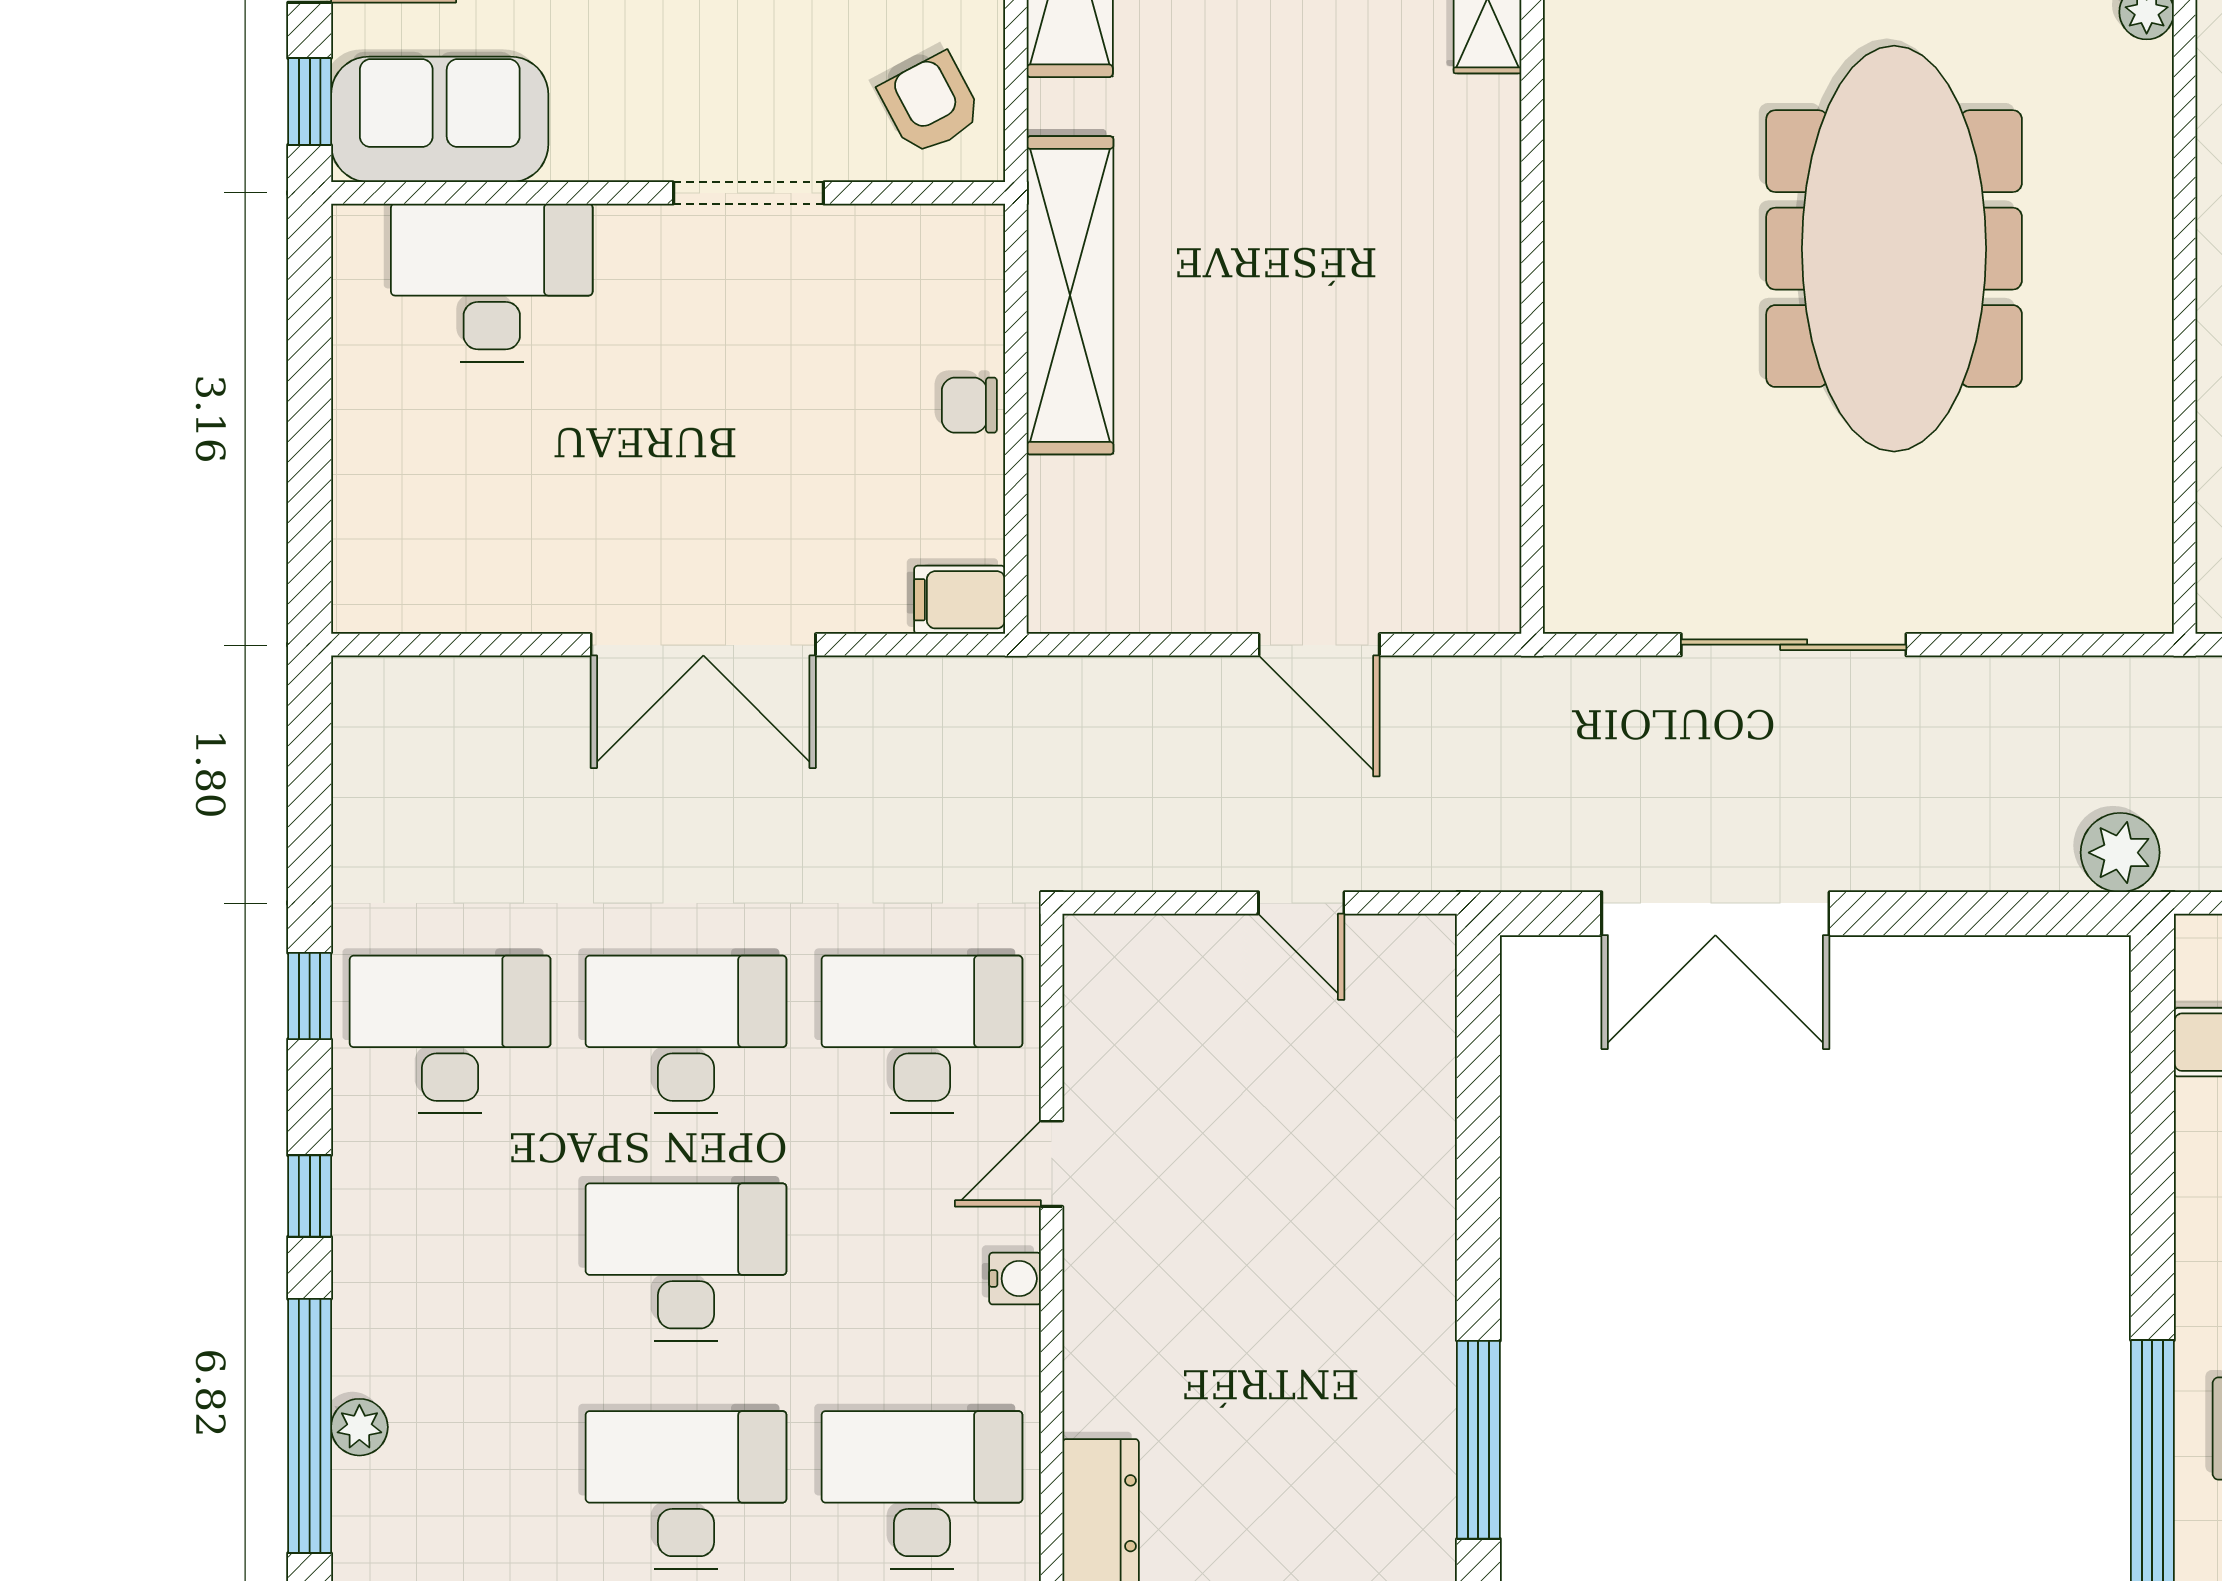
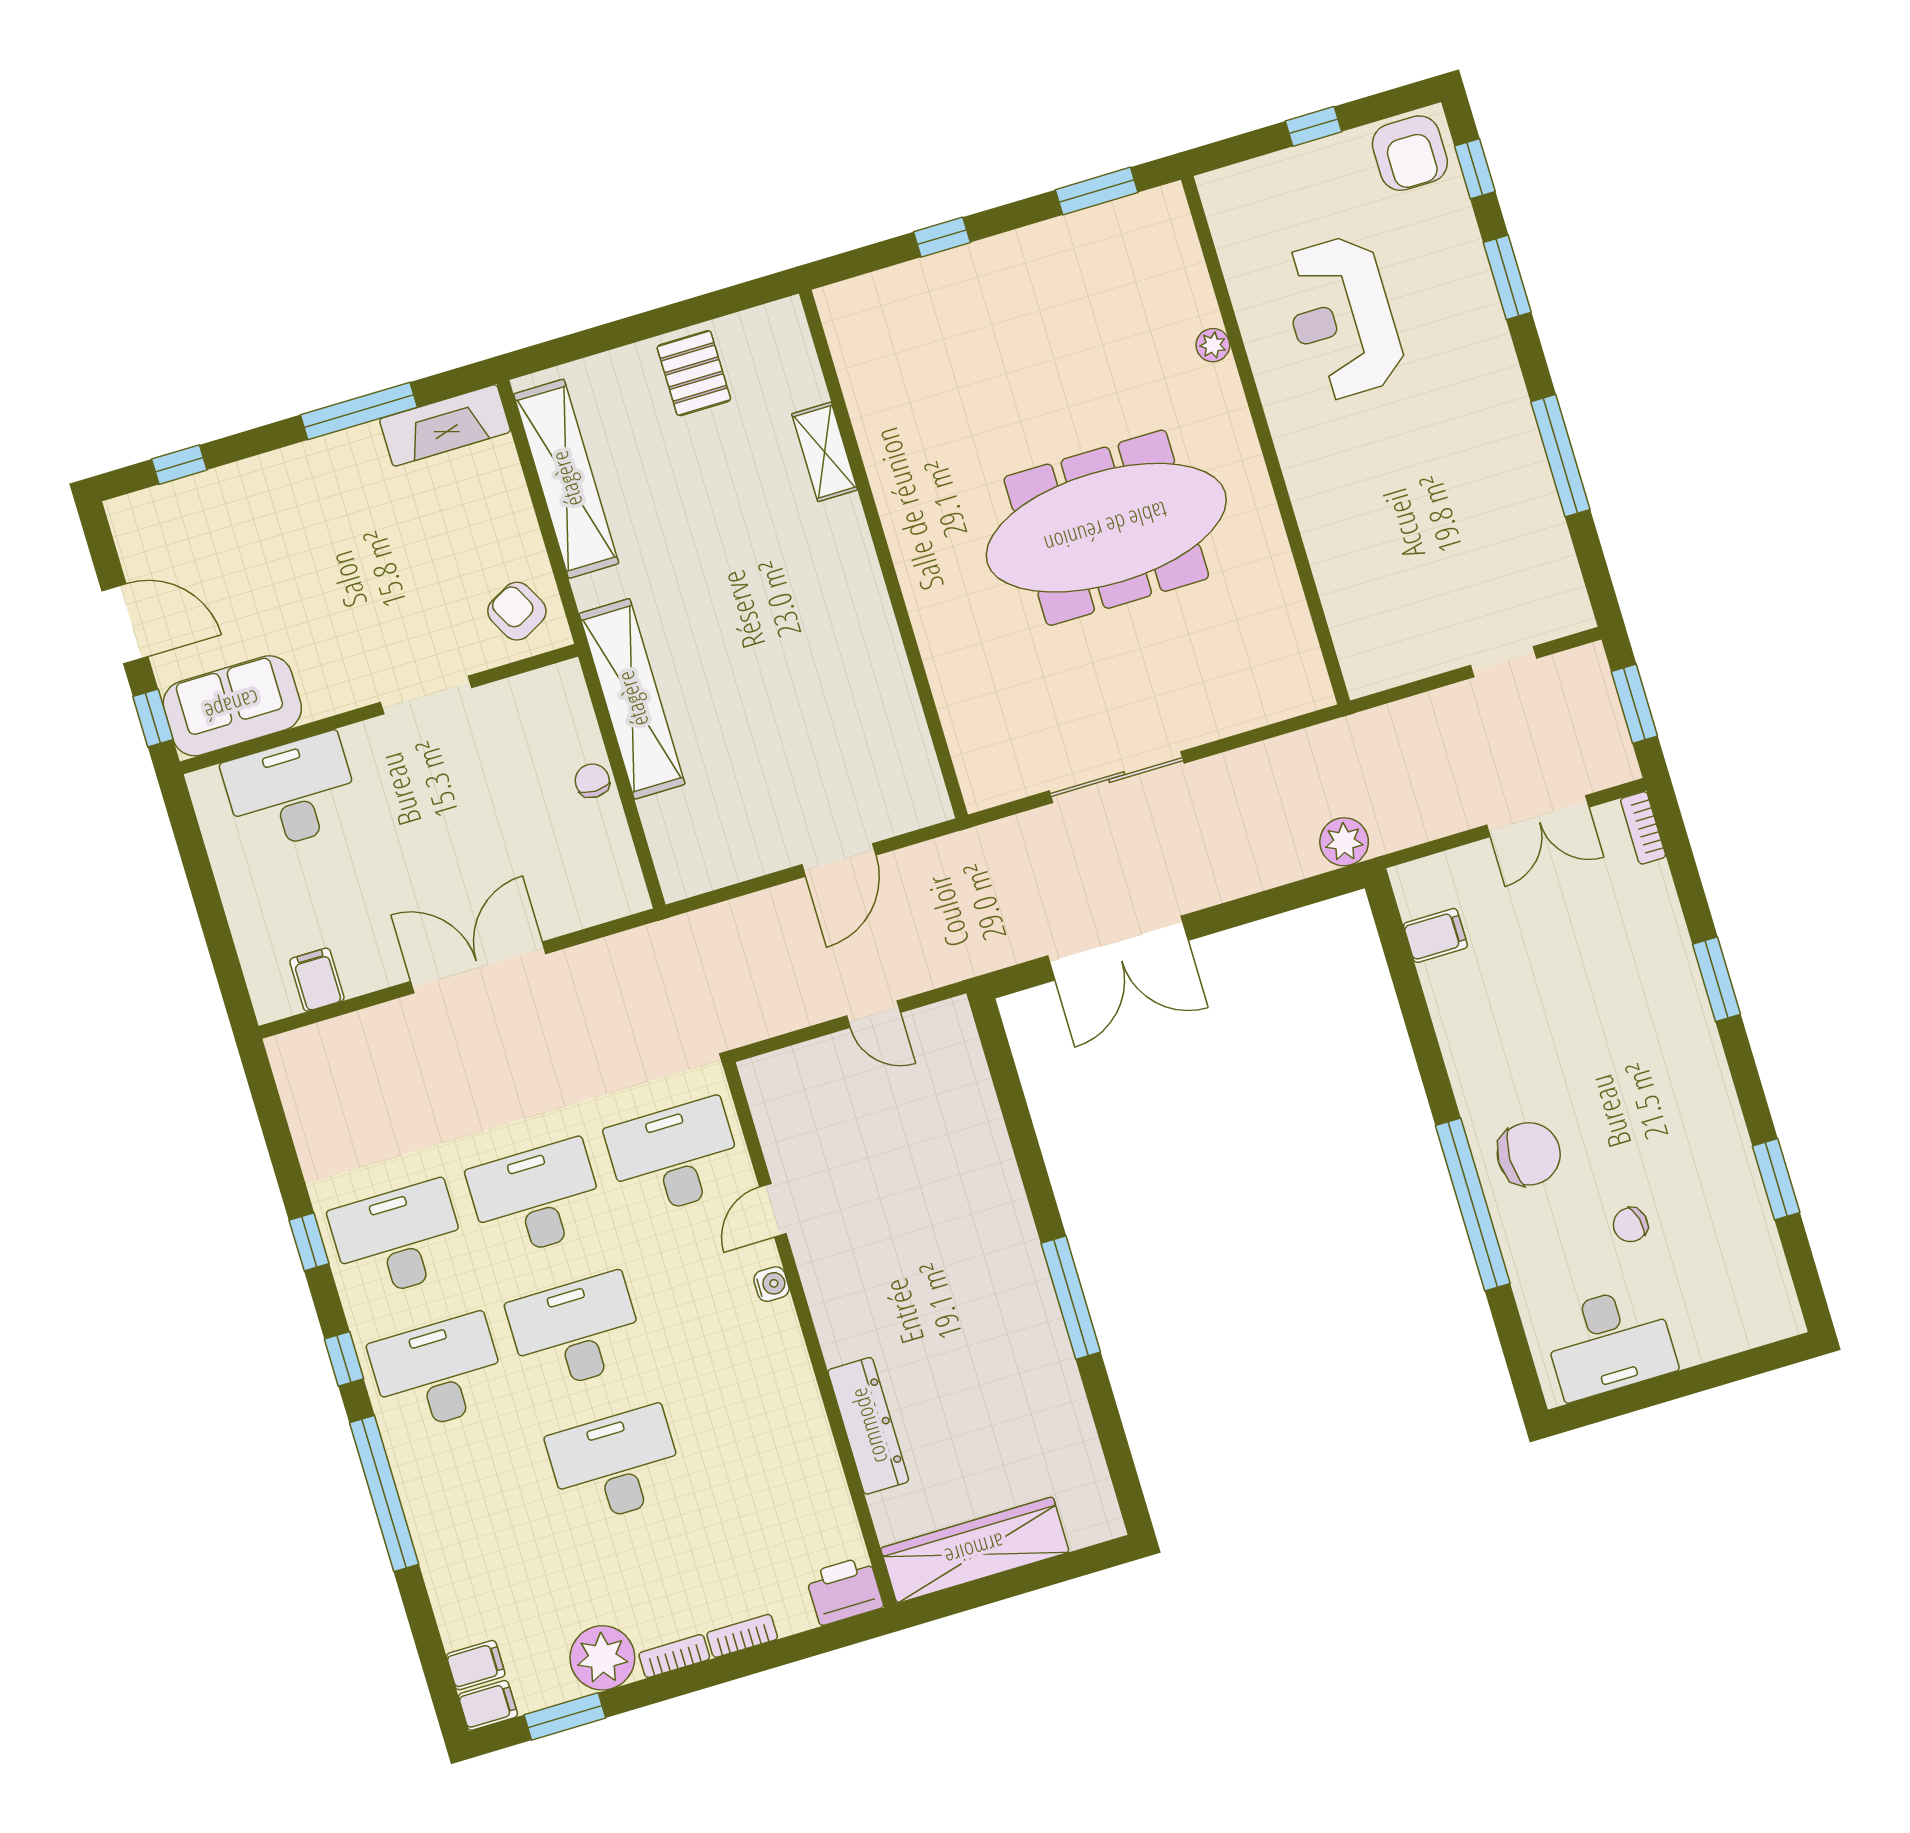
meeting table: (1894, 249) -> (1106, 528), turned 90
chair: (969, 405) -> (592, 781), turned 90
filing cabinet: (960, 600) -> (317, 980), moved, turned 90
double door: (703, 645) -> (478, 967), swing flipped
door: (1319, 645) -> (839, 860), hinge flipped
plant: (359, 1427) -> (414, 1486), removed
desk: (922, 1490) -> (438, 1373), moved

